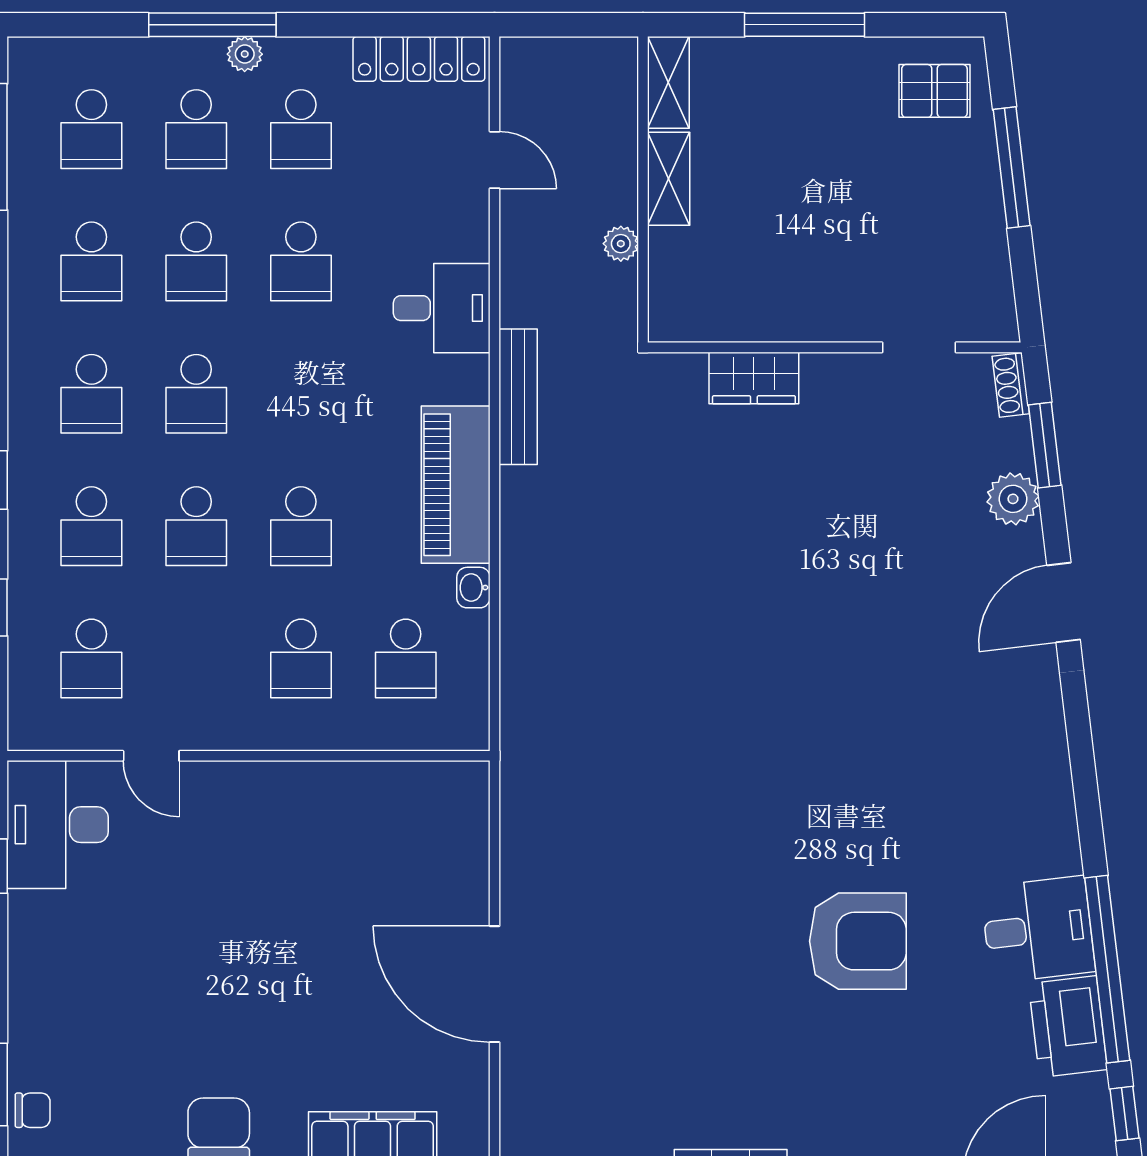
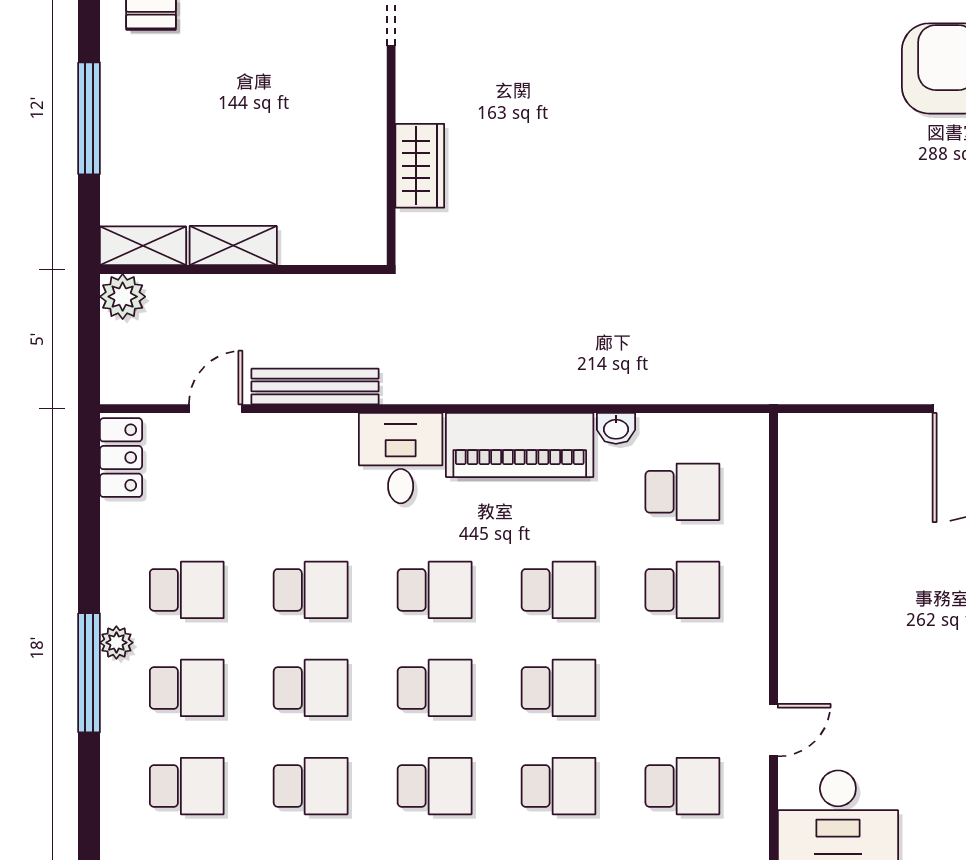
locker: (419, 59) -> (121, 458), width x0.66
plant: (621, 244) -> (123, 297), moved, width x1.38, depth x1.38
desk: (442, 308) -> (401, 458), moved
school desk: (301, 394) -> (435, 590), added
bench: (518, 397) -> (315, 386), moved

